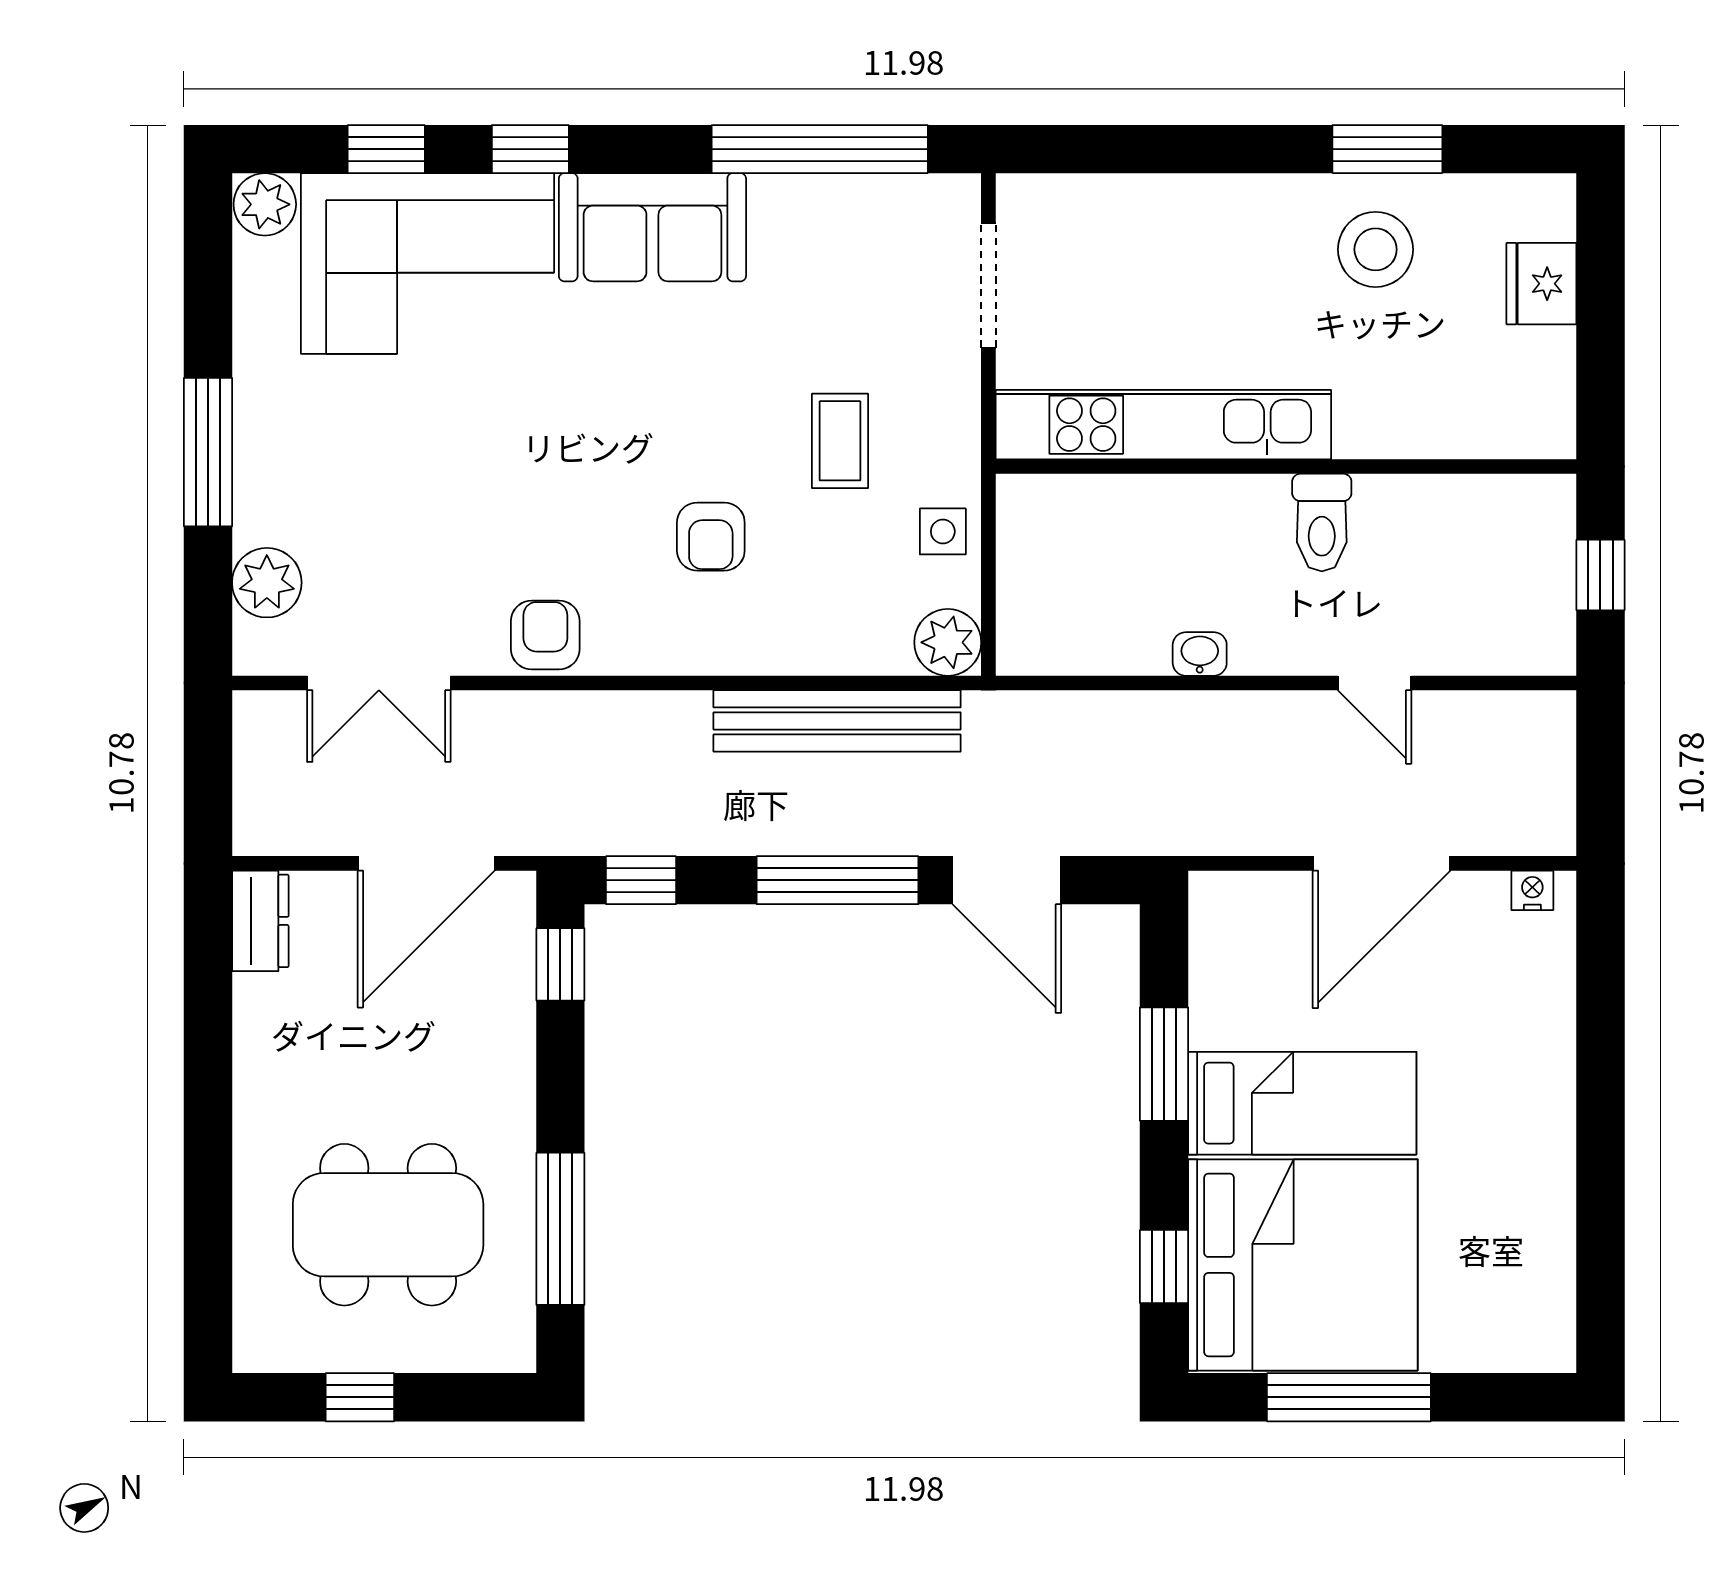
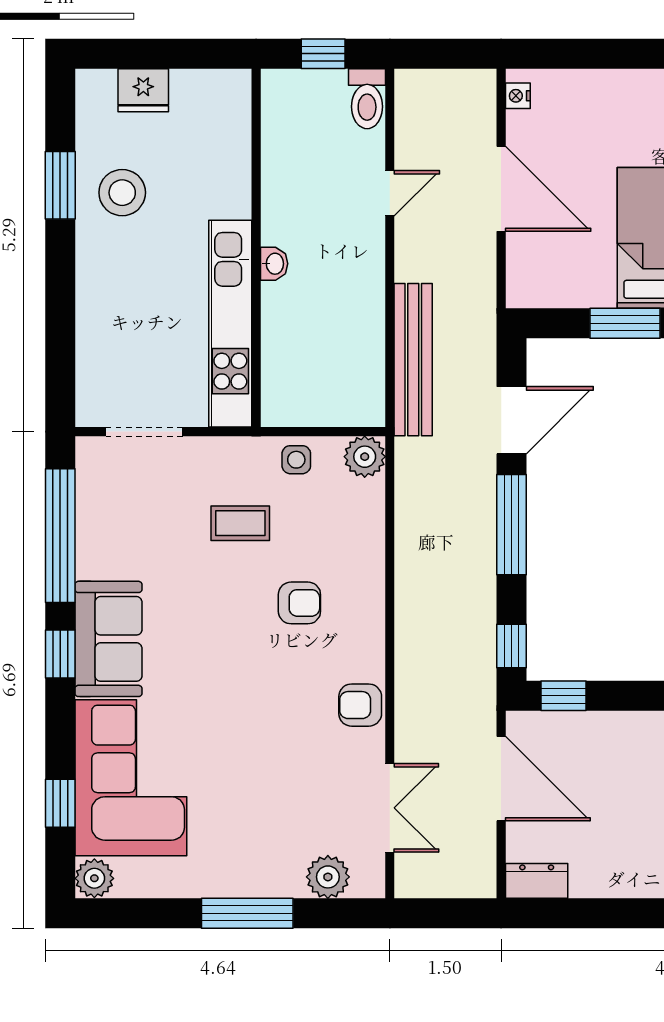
window: (530, 149) -> (60, 654), moved
toilet: (1322, 523) -> (367, 99), moved, turned 90
washbasin: (1200, 654) -> (274, 264), moved, turned 180
bench: (837, 721) -> (413, 360), moved

